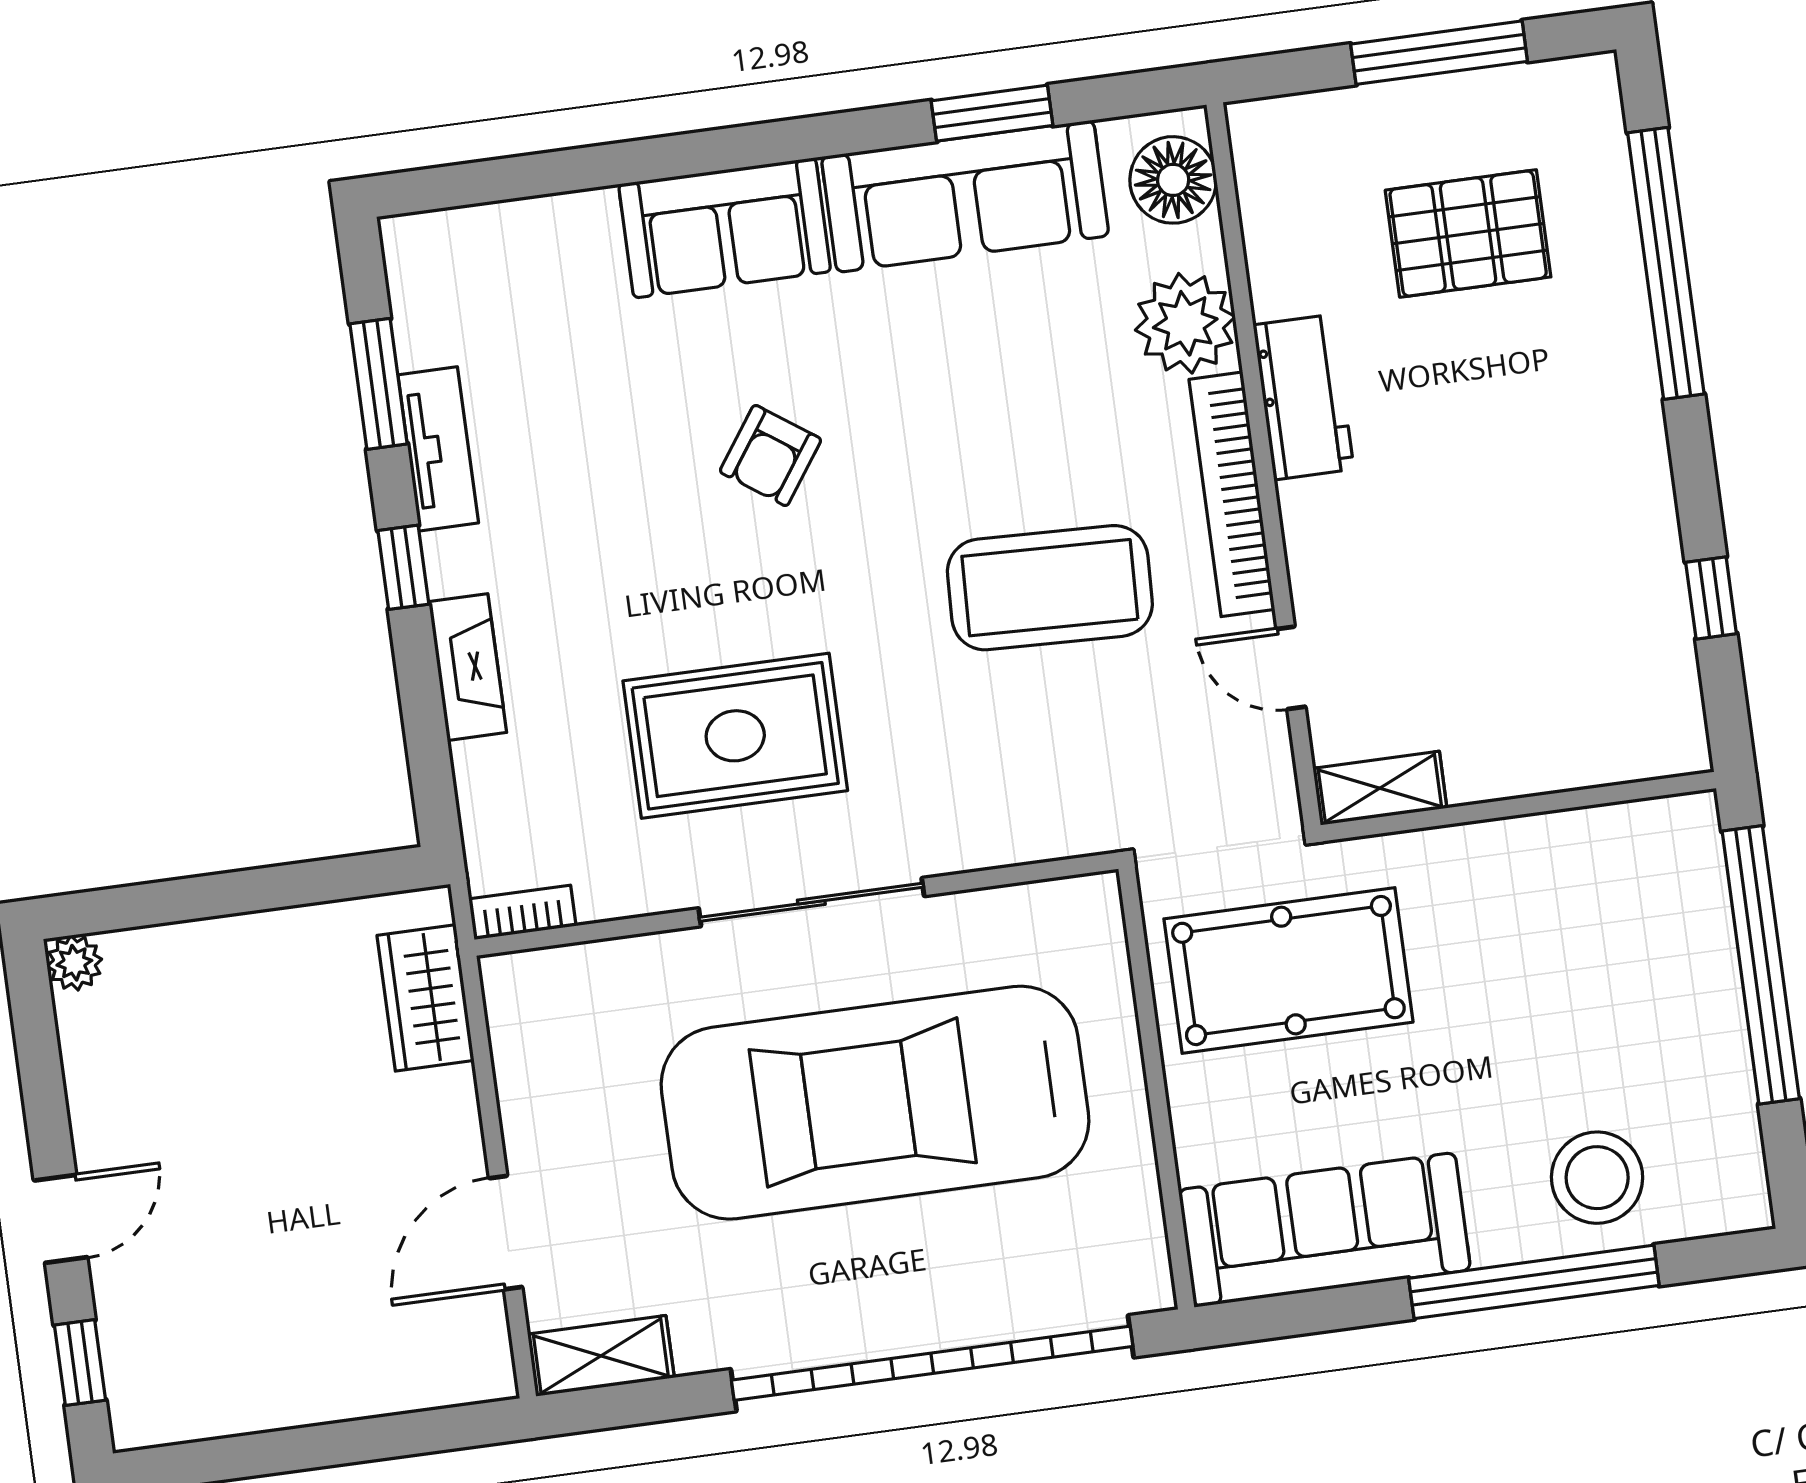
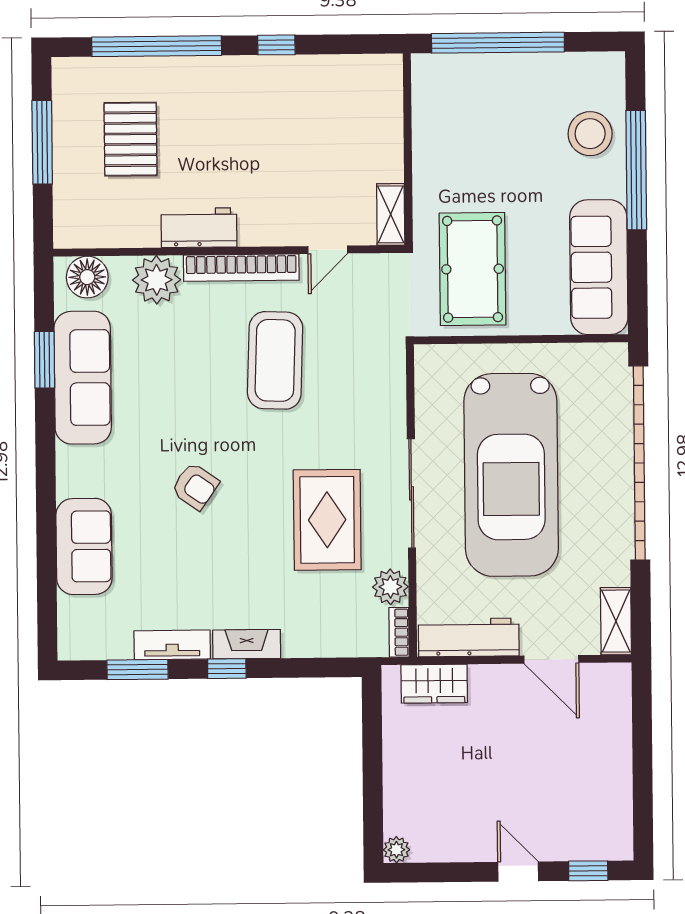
sofa: (725, 228) -> (84, 546), moved
window: (1711, 598) -> (276, 45), moved
fireplace: (468, 667) -> (247, 644), moved
plant: (614, 883) -> (390, 587), added
workbench: (530, 1057) -> (469, 637), added

